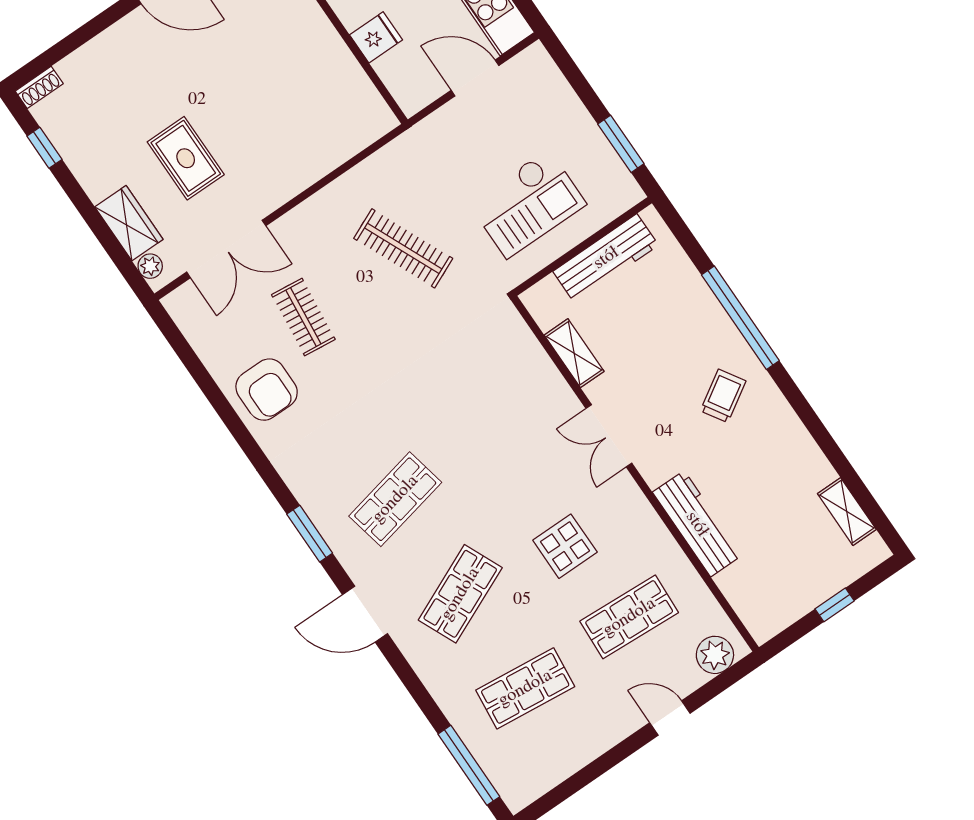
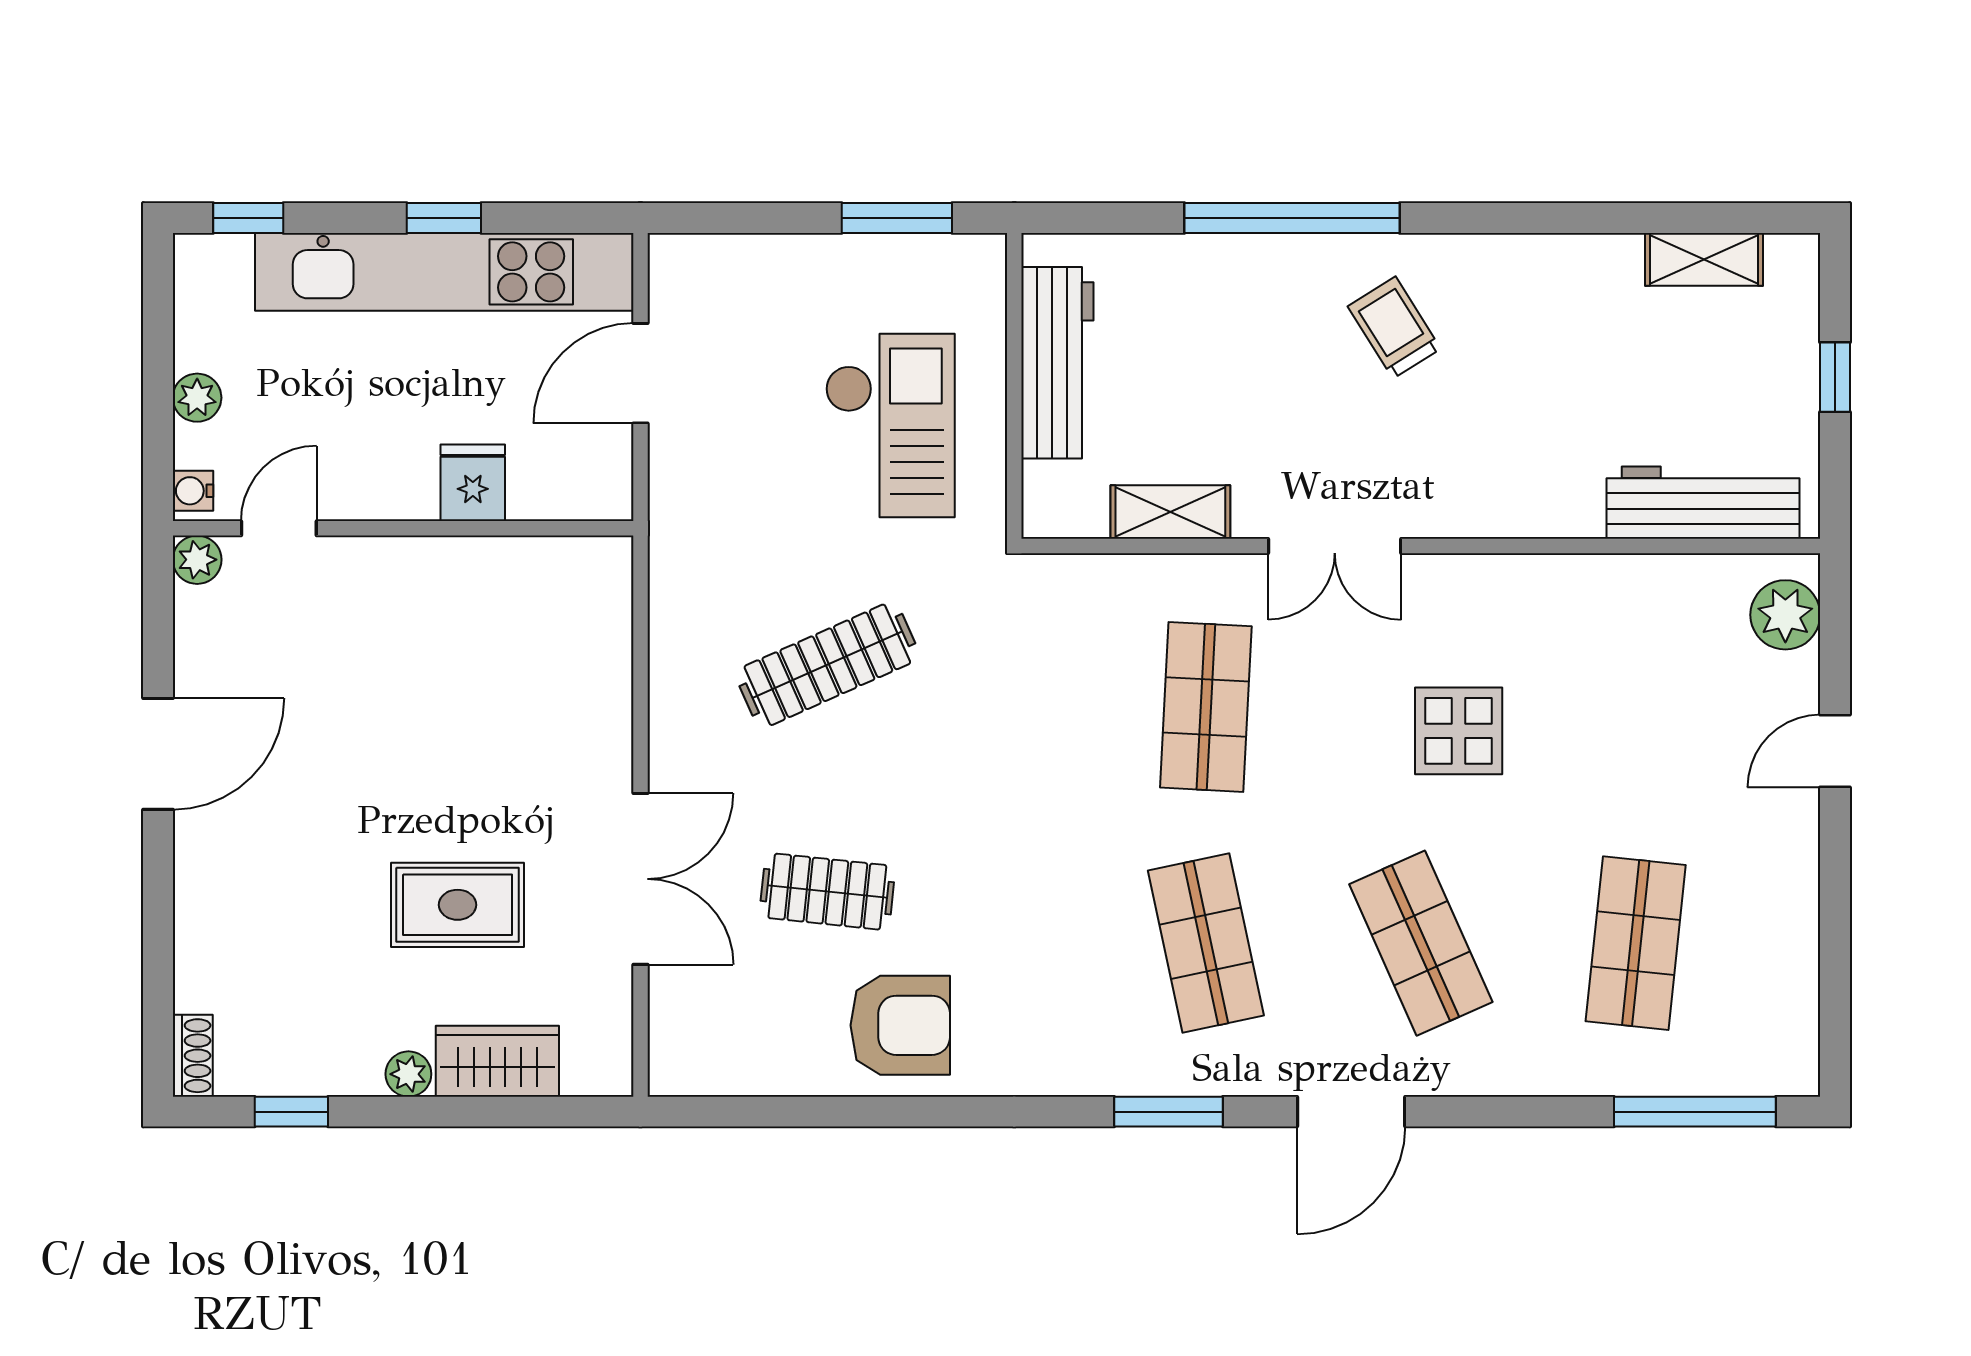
double door: (226, 249) -> (640, 879), moved
plant: (150, 266) -> (408, 1074), moved
workbench: (697, 524) -> (1703, 503), moved
shop shelf: (629, 617) -> (1206, 707), moved

